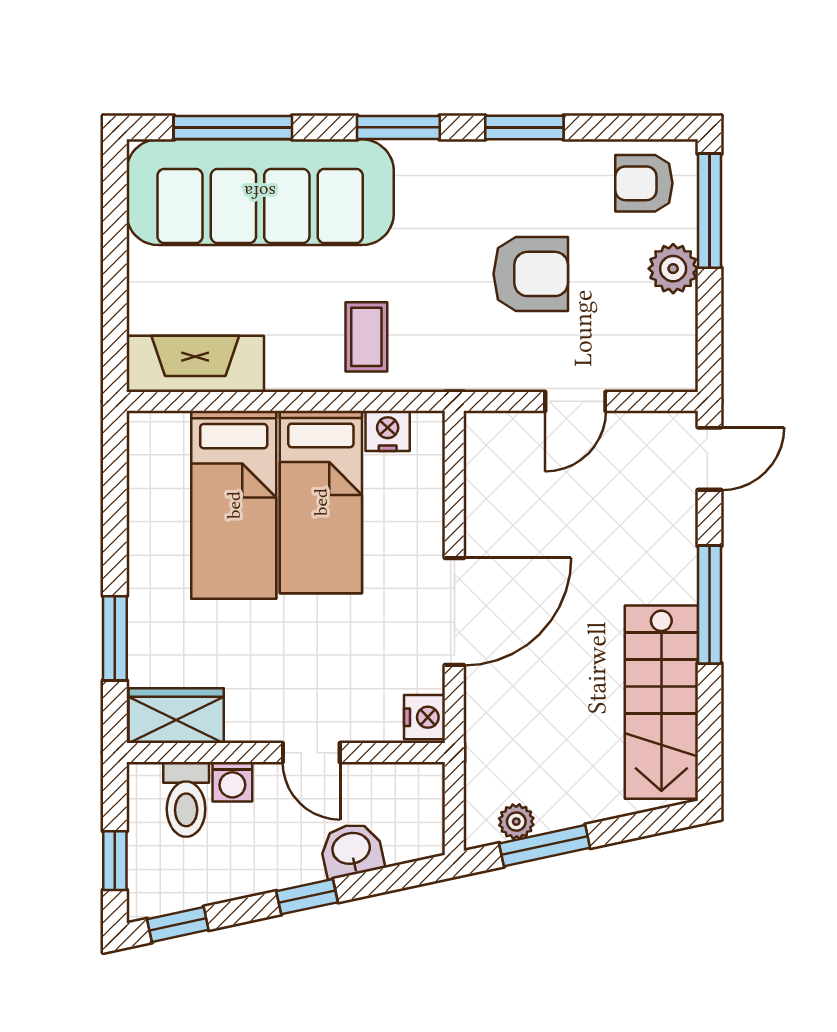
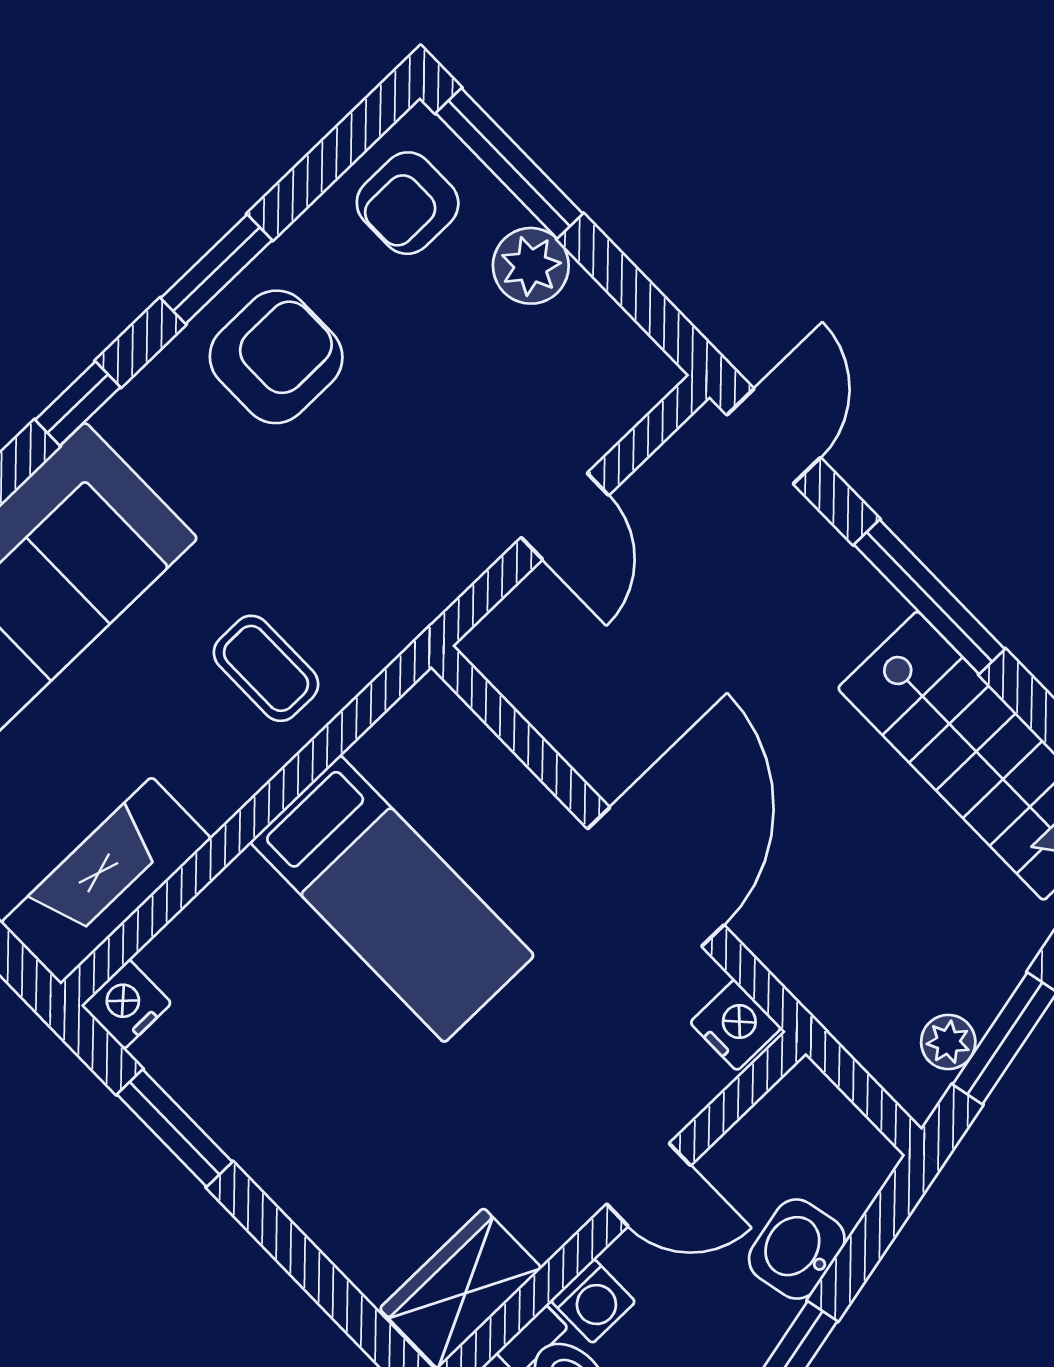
window: (398, 127) -> (78, 404), width x0.67
armchair: (531, 274) -> (276, 357), moved
nightstand: (388, 431) -> (126, 1004), moved
bed: (234, 505) -> (299, 995), removed
window: (115, 638) -> (175, 1128), moved

